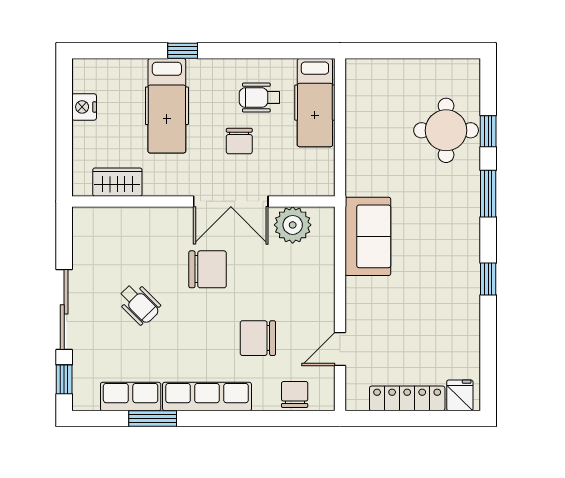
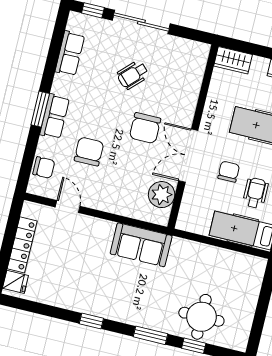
chair: (239, 141) -> (229, 172), turned 90
wardrobe: (117, 182) -> (233, 60), moved, turned 90
row of seats: (207, 397) -> (55, 116), width x0.68
window: (153, 419) -> (40, 109), moved

